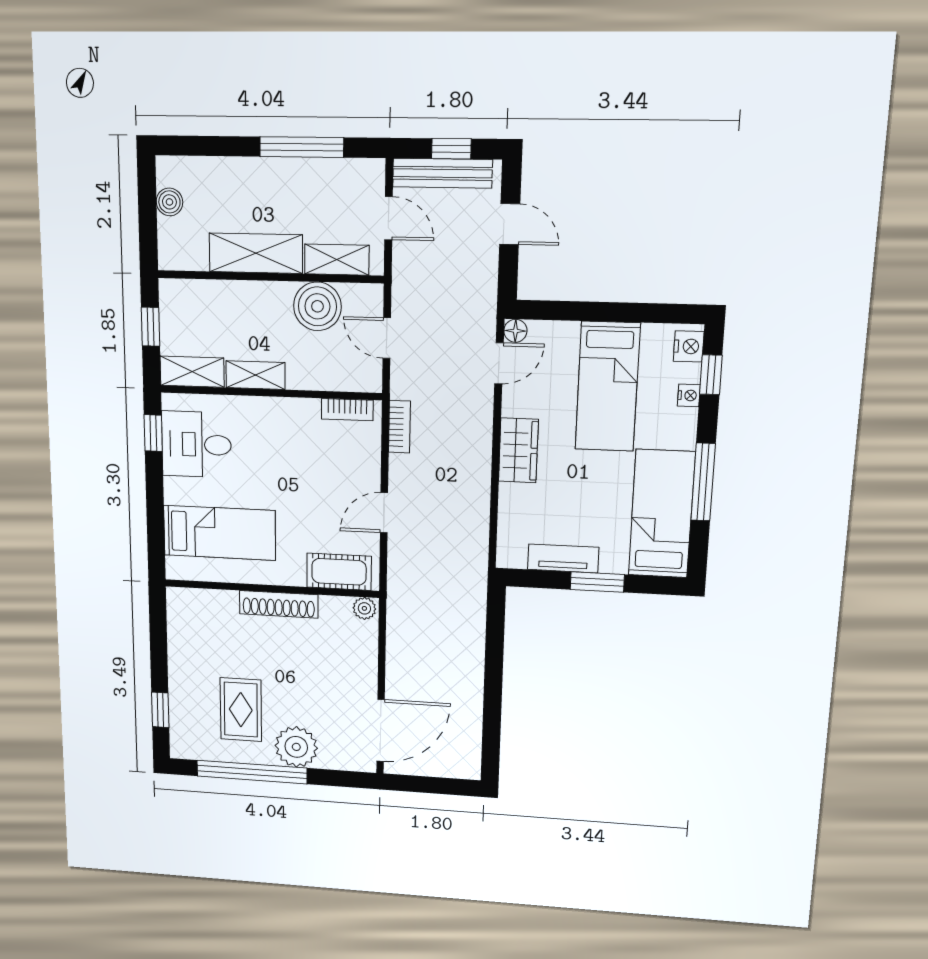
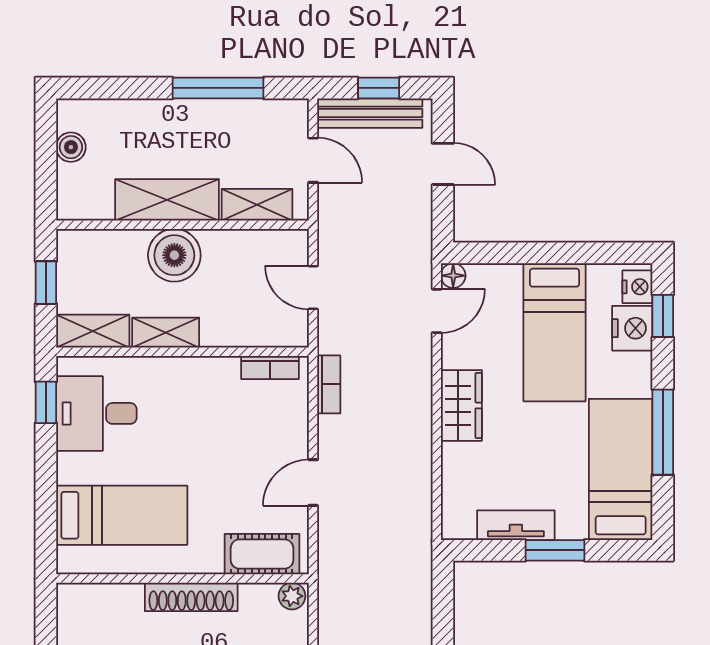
boiler: (317, 306) -> (174, 255), moved
nightstand: (689, 395) -> (632, 328), width x1.89, depth x1.79

